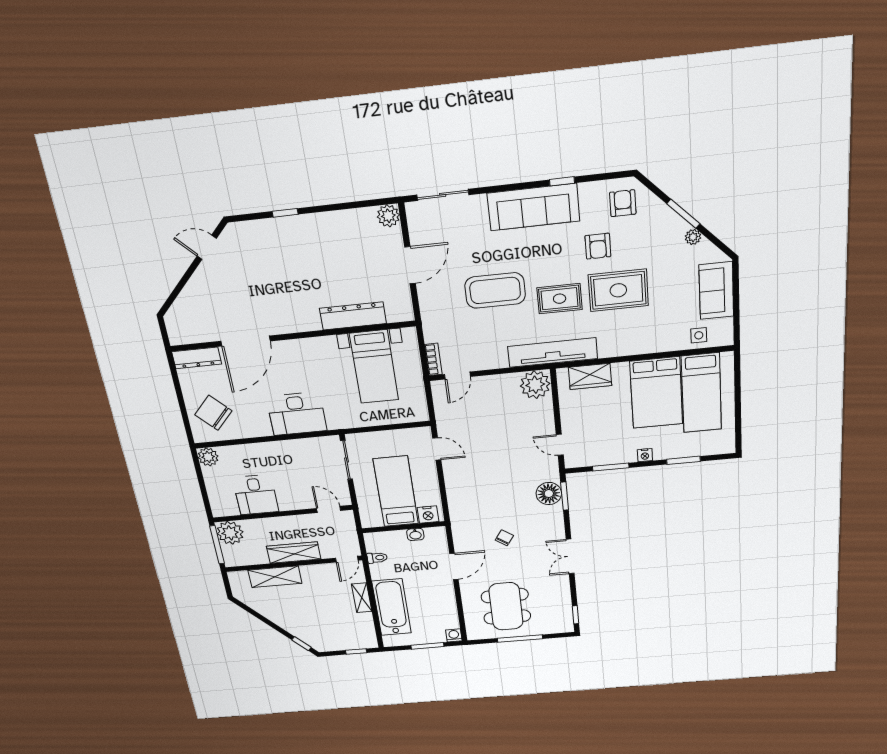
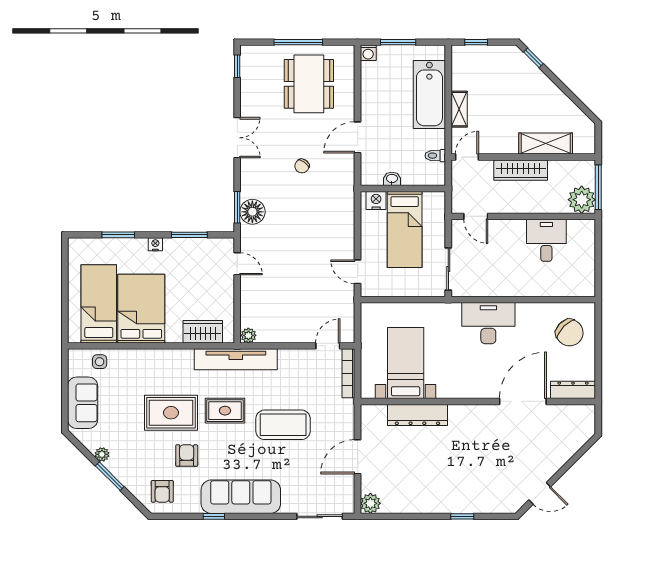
bookcase: (433, 359) -> (348, 373), width x1.56
plant: (535, 385) -> (248, 335), width x0.53, depth x0.53
plant: (208, 457) -> (585, 287), removed

